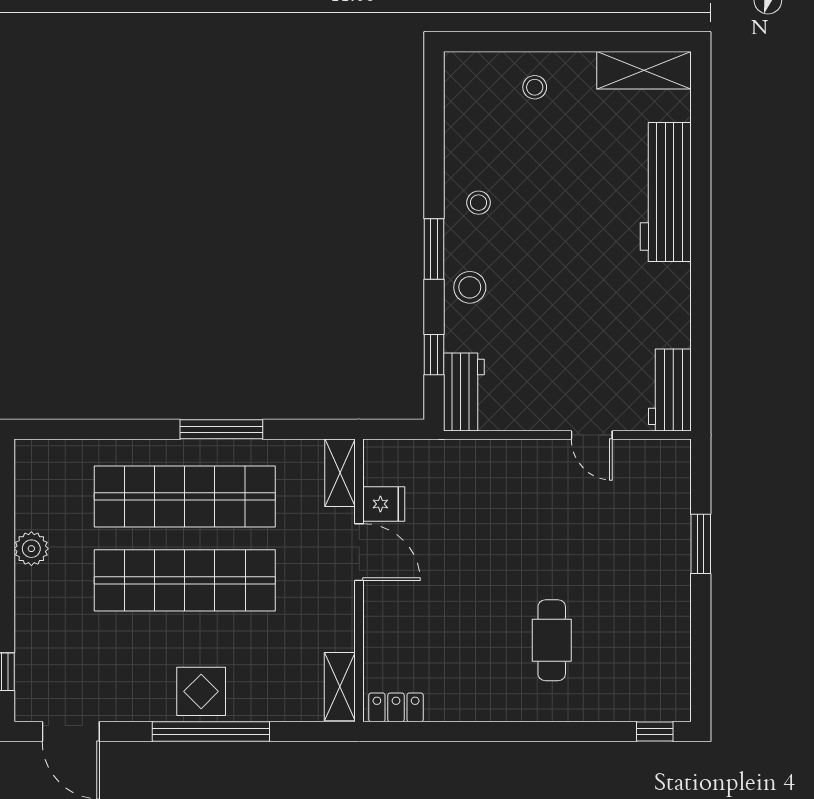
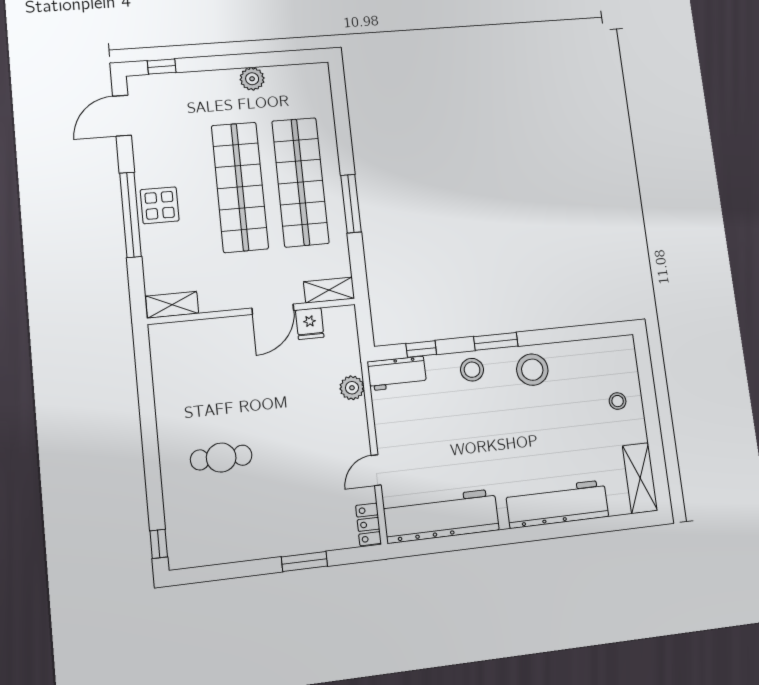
stool: (479, 203) -> (532, 370), width x1.89, depth x1.89
workbench: (670, 390) -> (441, 516), width x1.88, depth x1.32
plant: (477, 456) -> (352, 388), added
locker: (396, 707) -> (368, 524), moved, turned 180

